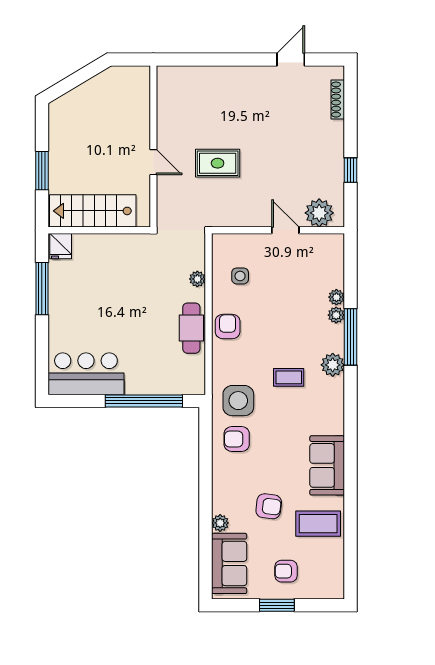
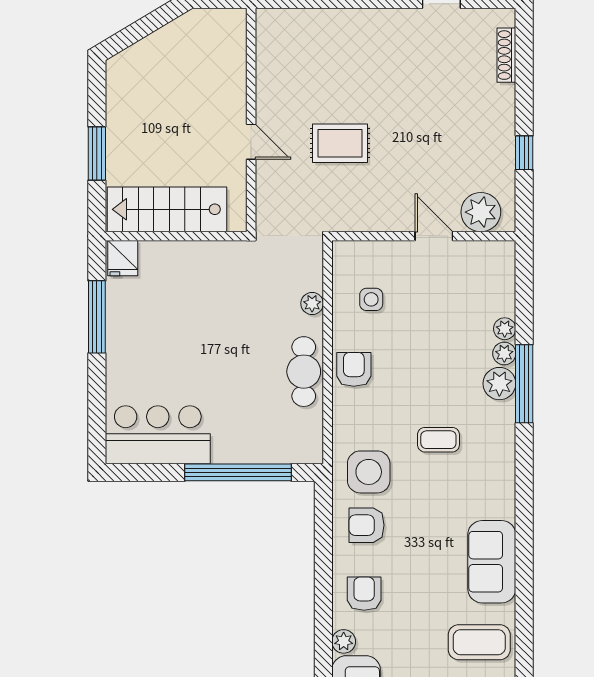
plant: (333, 365) -> (499, 384), moved
armchair: (269, 506) -> (364, 594), moved, turned -97

